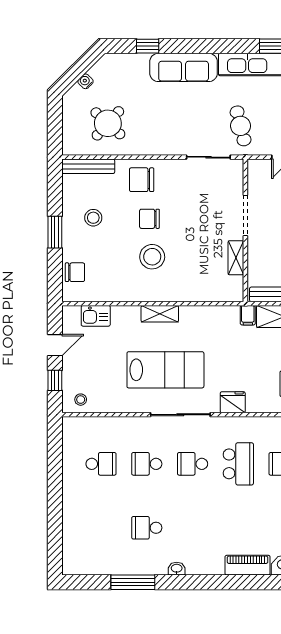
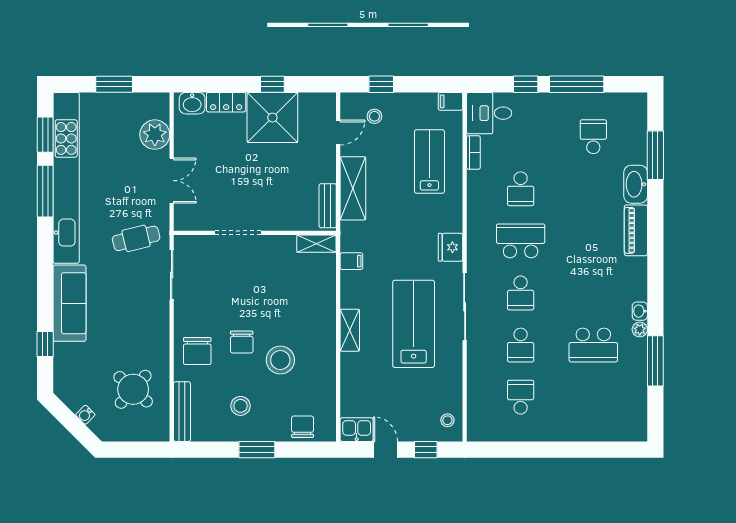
stool: (152, 257) -> (280, 360), moved
shelving: (236, 258) -> (316, 244), moved
filing cabinet: (248, 315) -> (351, 261), moved
kitchen sink: (96, 316) -> (357, 430), moved, turned -90
school desk: (147, 528) -> (593, 345), width x1.85
plant: (160, 569) -> (640, 329), added

